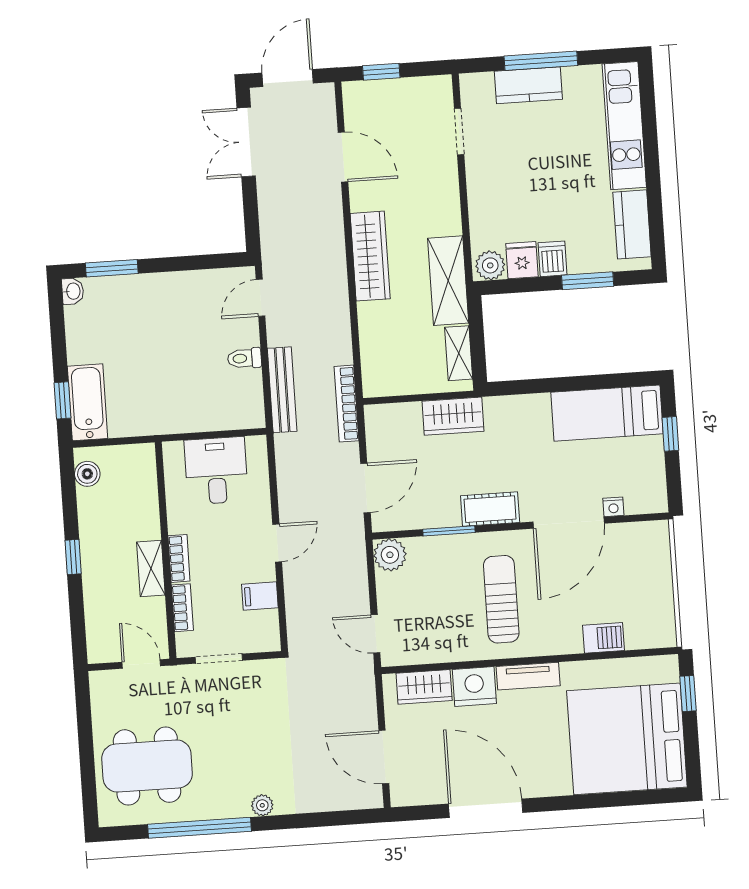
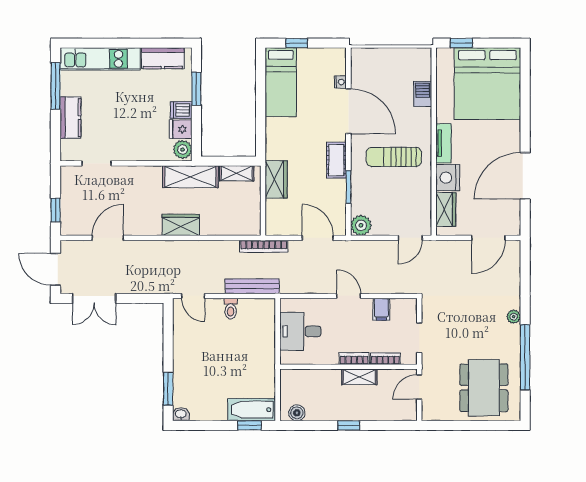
window: (541, 61) -> (56, 86), moved
wardrobe: (370, 256) -> (181, 225), width x0.67

